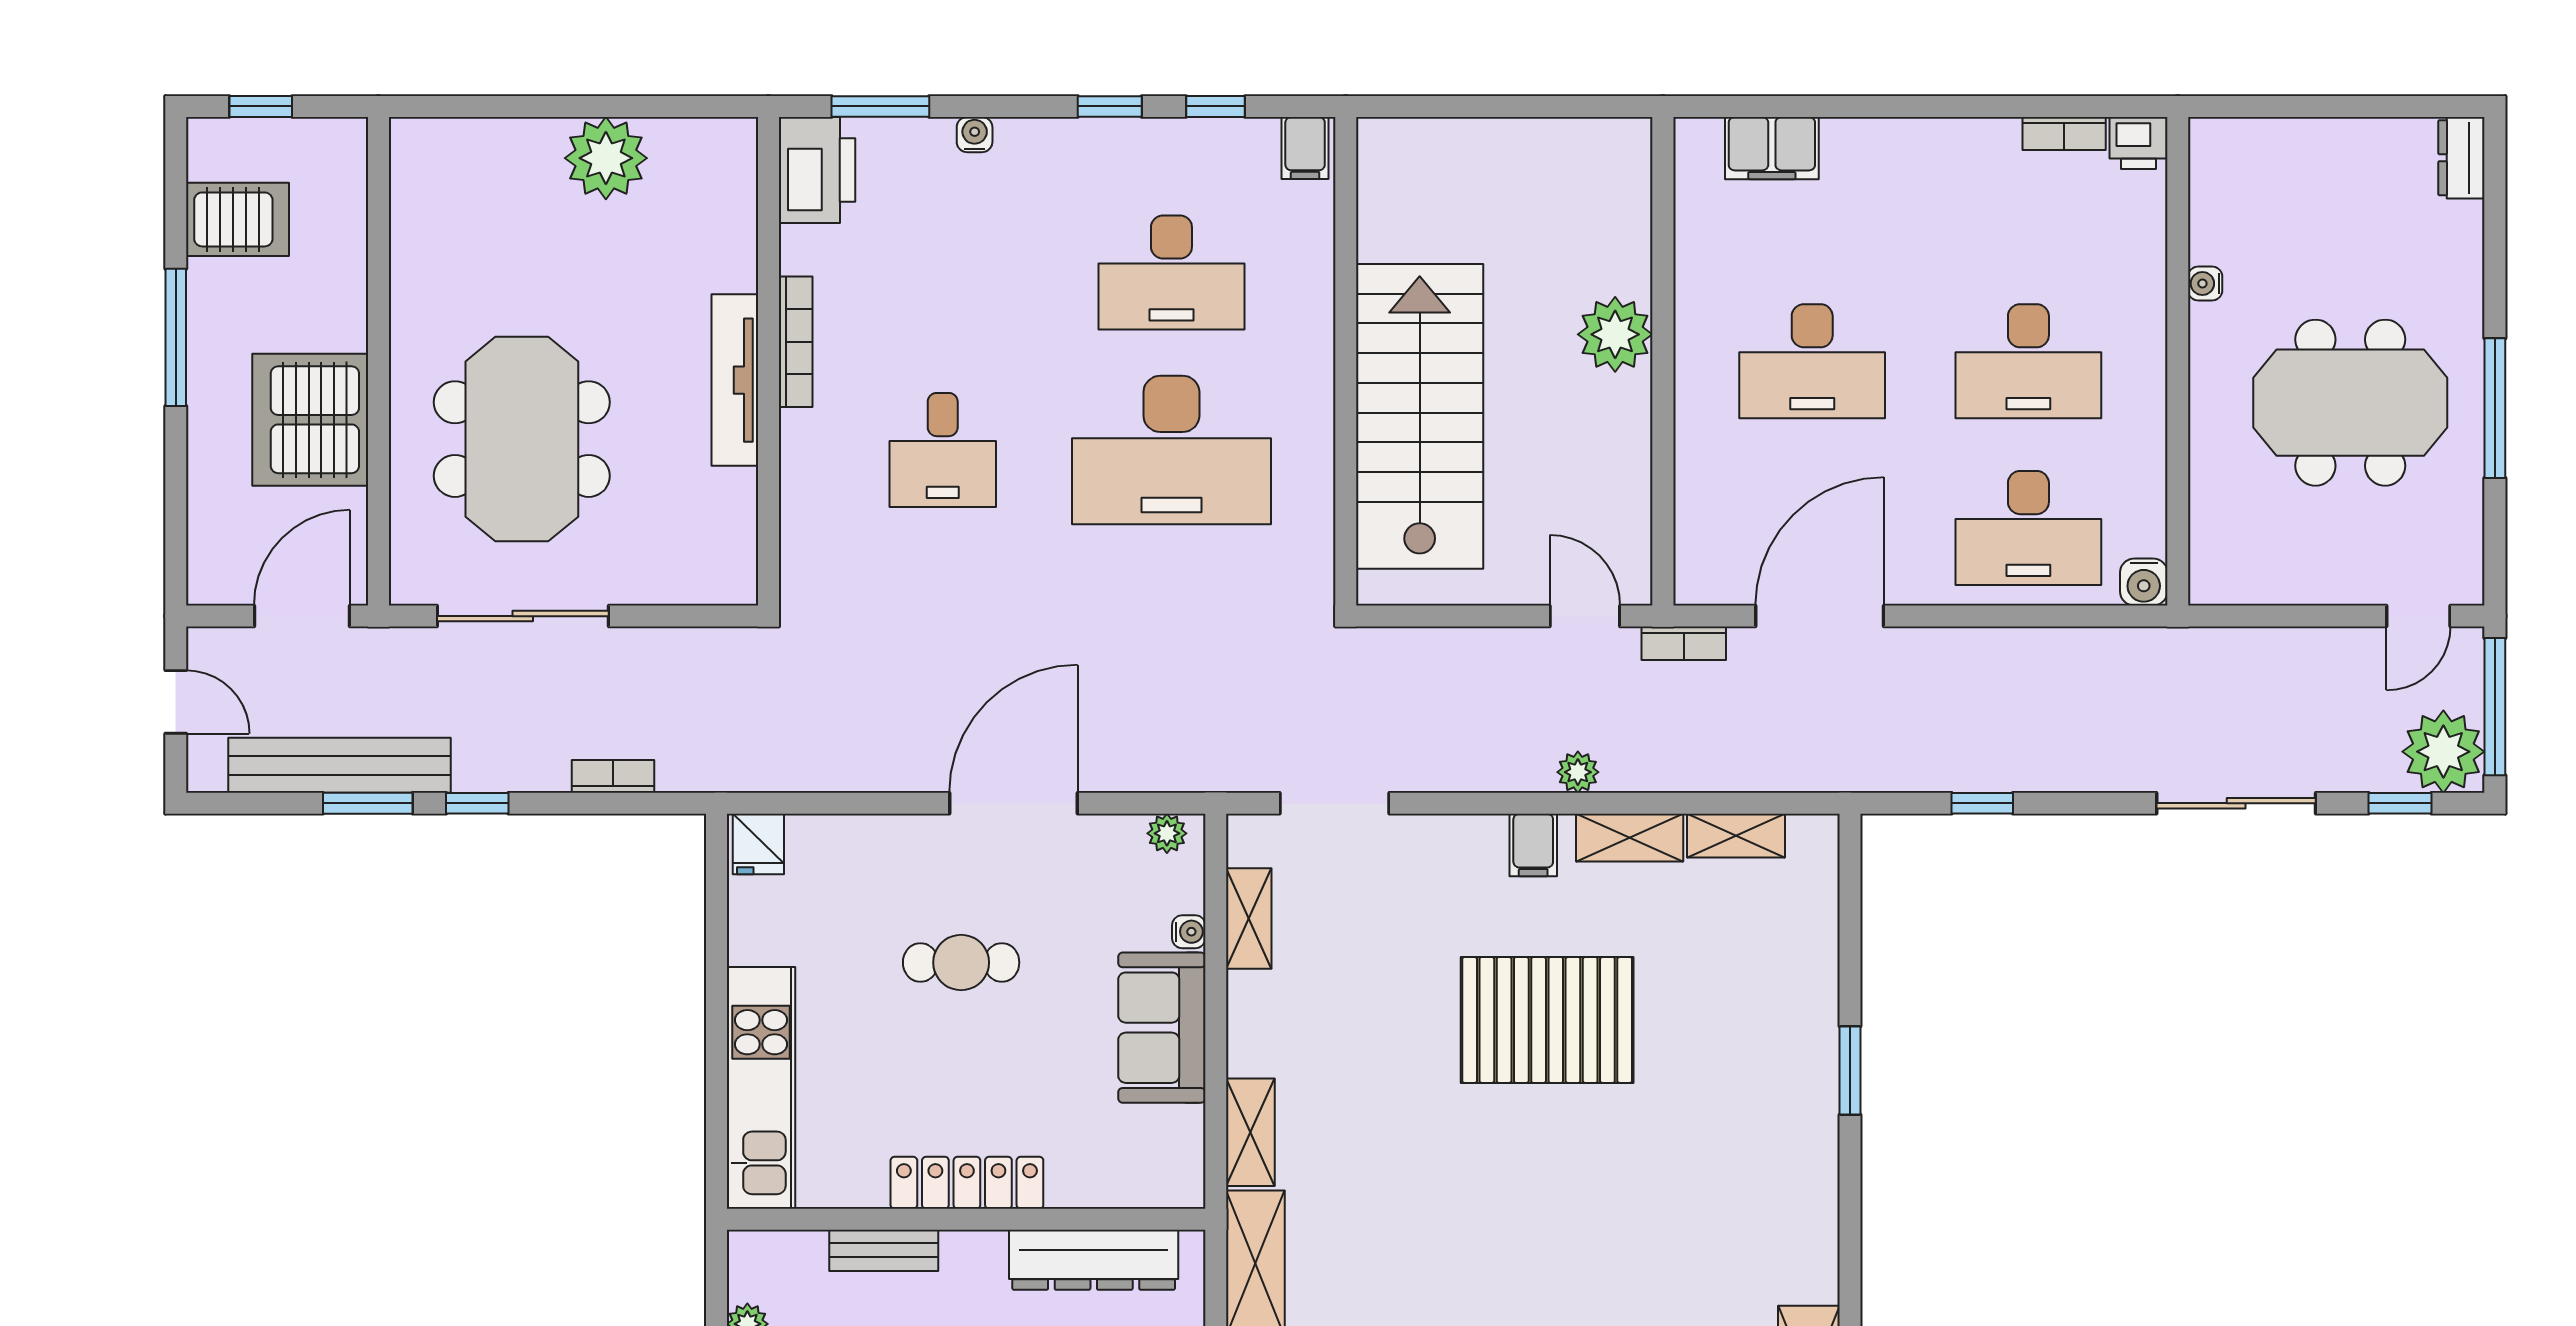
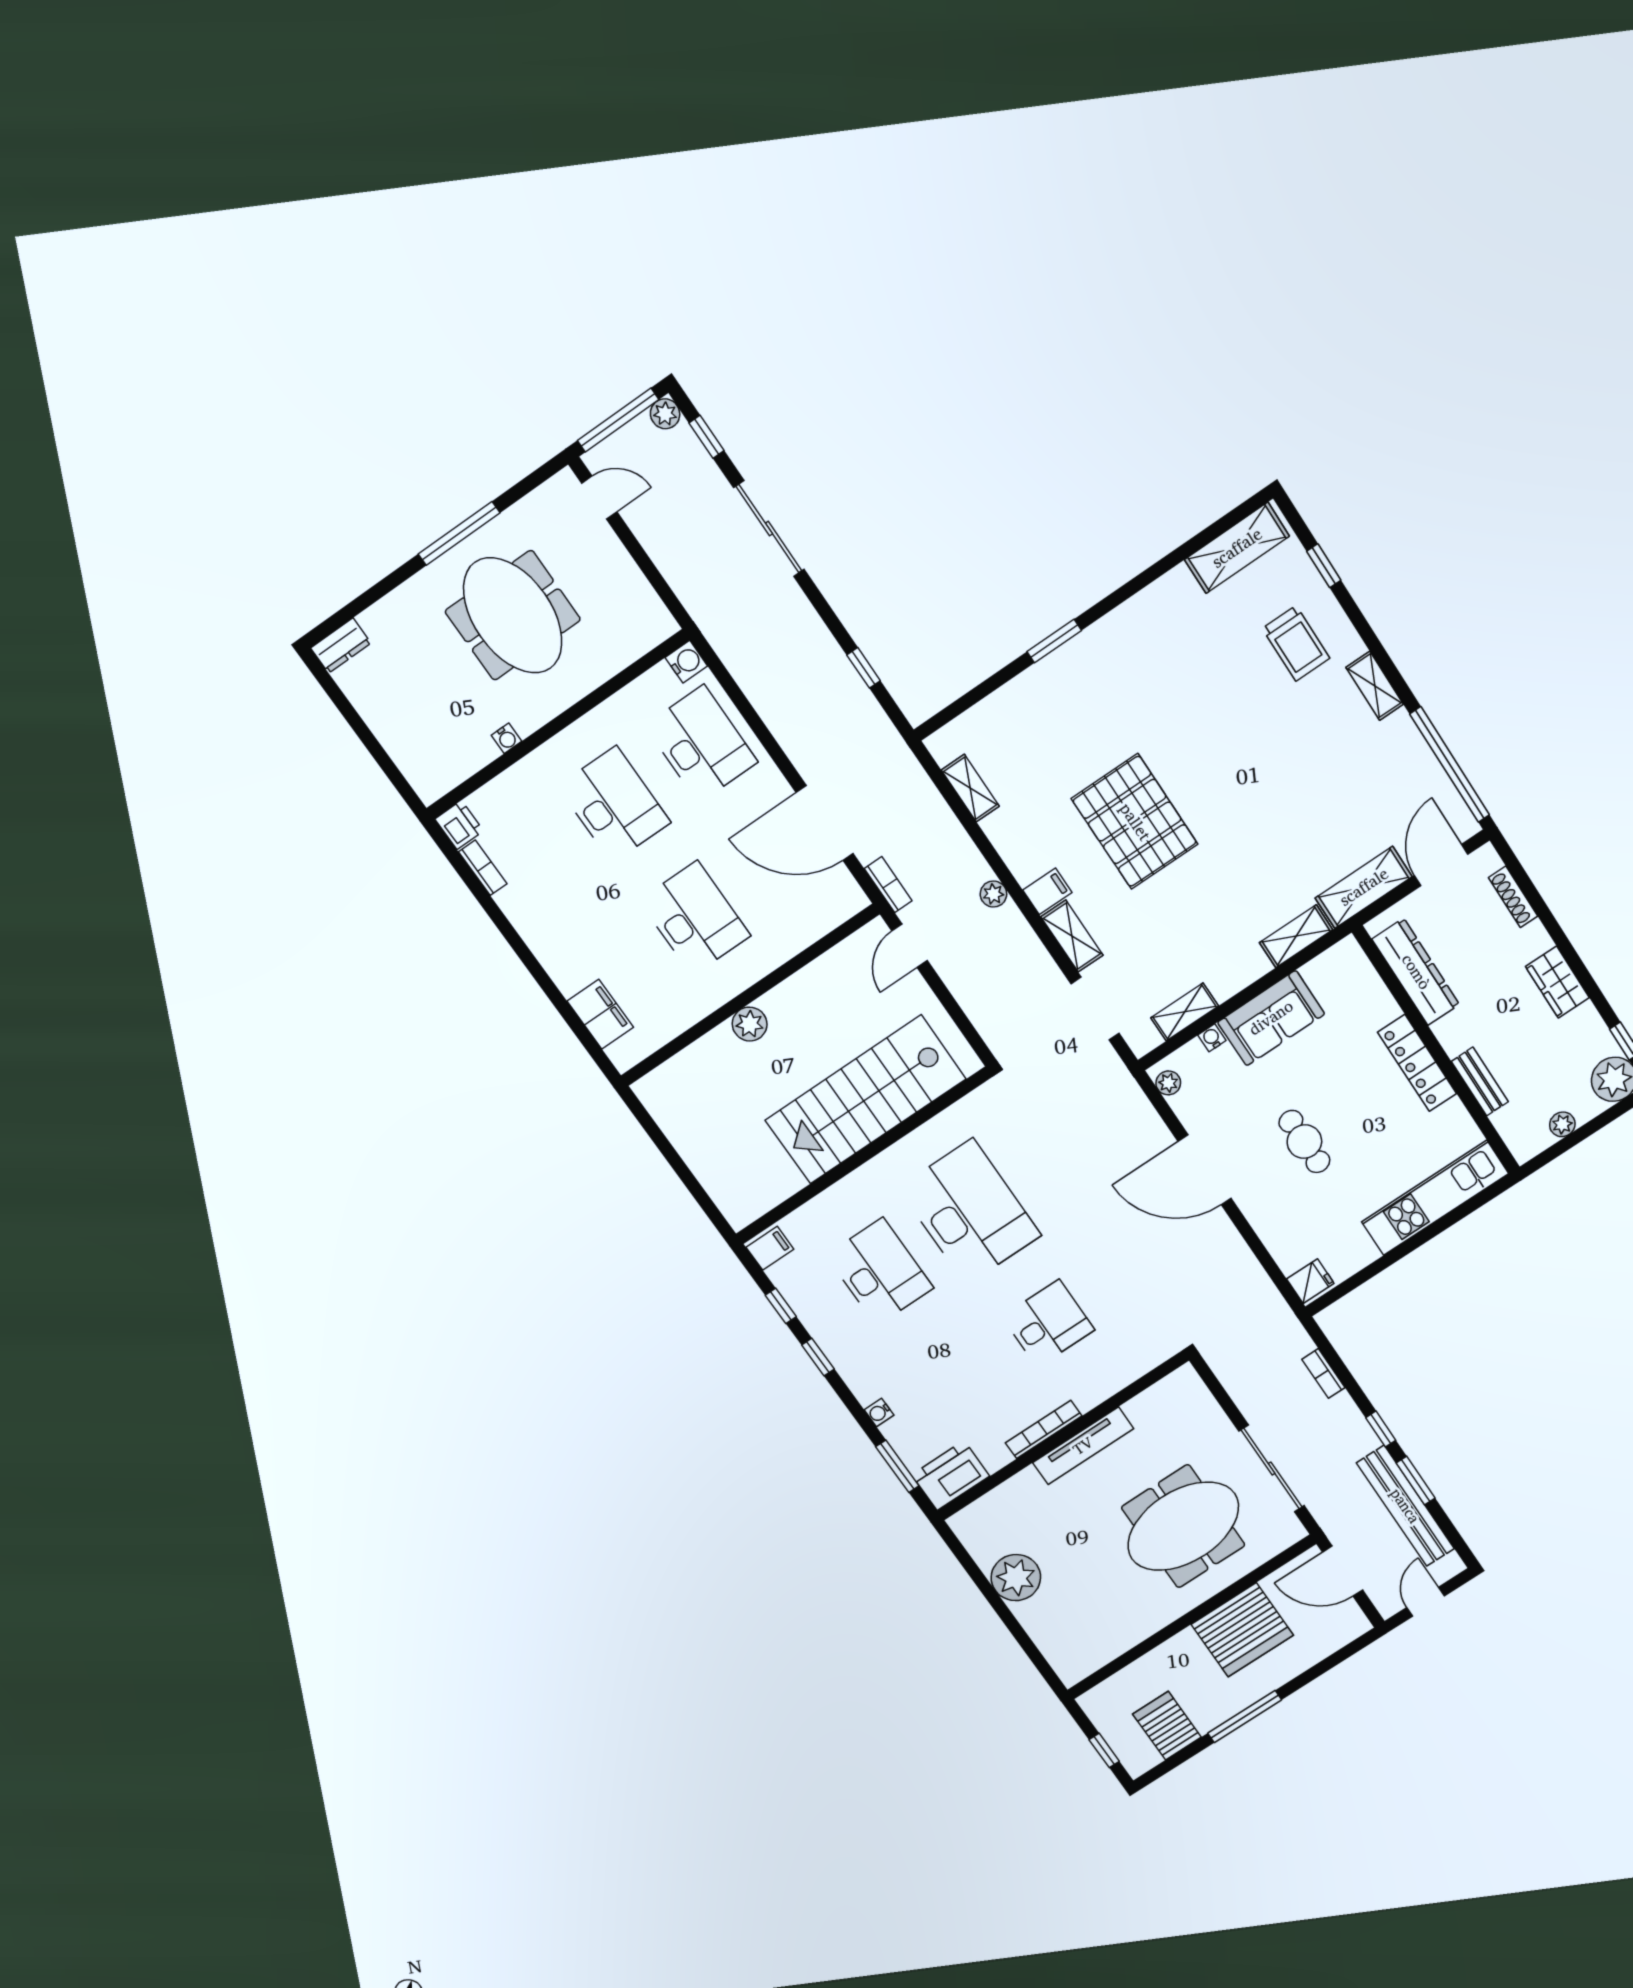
plant: (1615, 334) -> (750, 1024), width x0.73, depth x0.73
plant: (2443, 752) -> (665, 414), width x0.53, depth x0.53
shelving: (1630, 838) -> (1072, 936), moved

